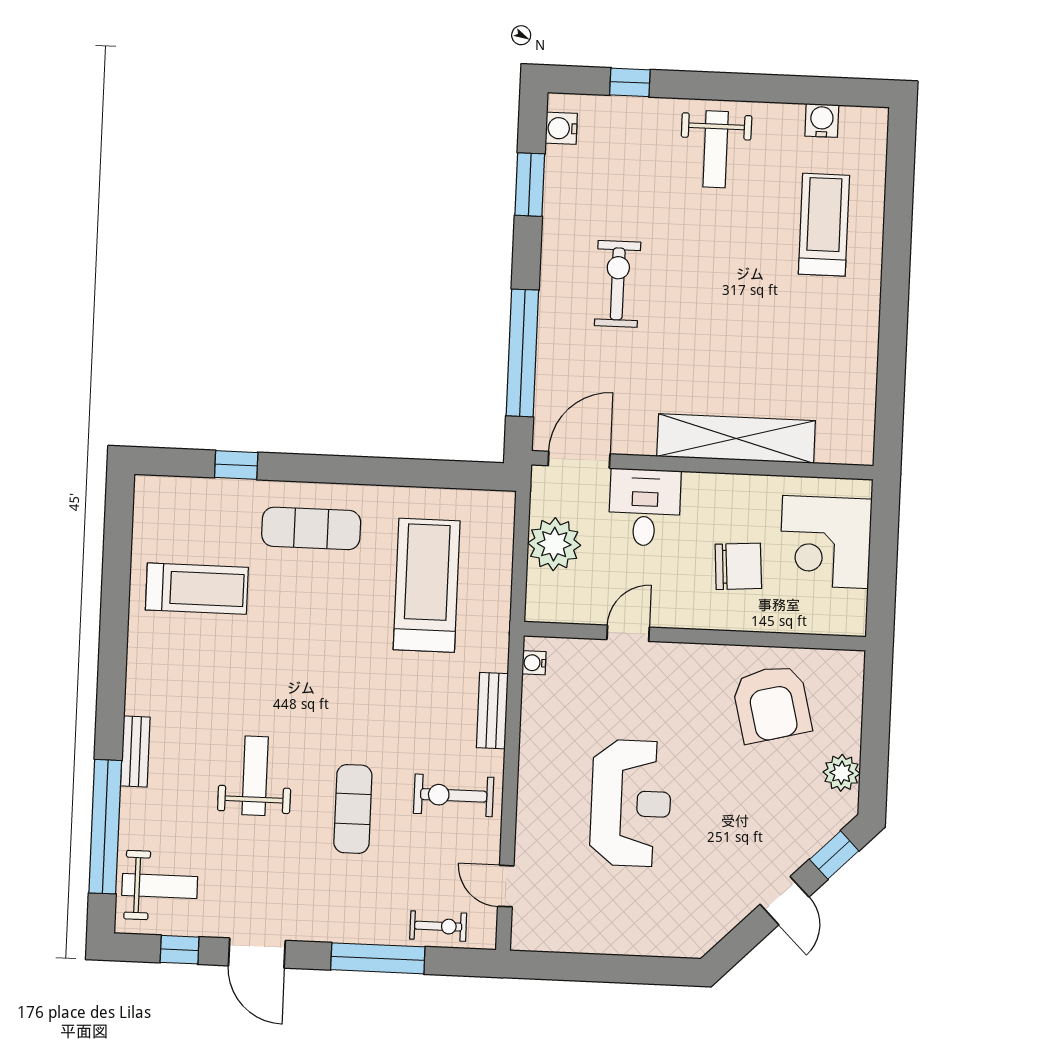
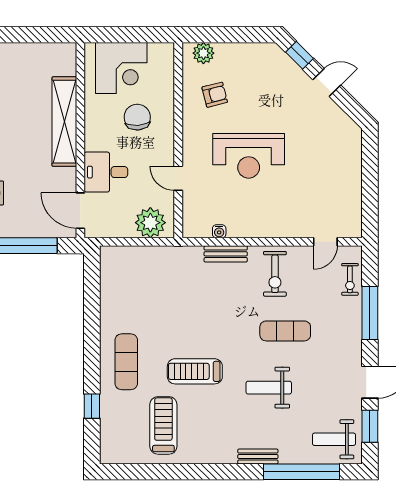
plant: (554, 544) -> (150, 223), moved
treadmill: (427, 585) -> (195, 371), moved, width x0.73, depth x0.73
water cooler: (534, 663) -> (219, 231), moved
armchair: (772, 704) -> (215, 95), width x0.53, depth x0.53
plant: (842, 773) -> (203, 53), moved
reception desk: (631, 803) -> (249, 156), moved, turned 180
weight bench: (160, 886) -> (334, 439), turned -90
exercise bike: (438, 926) -> (350, 279), turned 180
window: (180, 950) -> (370, 426), width x1.50

